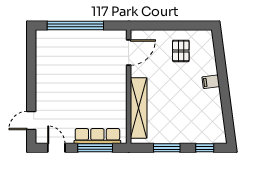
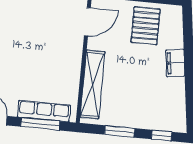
pallet: (181, 51) -> (145, 26), width x1.50, depth x1.42
filing cabinet: (211, 82) -> (175, 63), width x2.00

